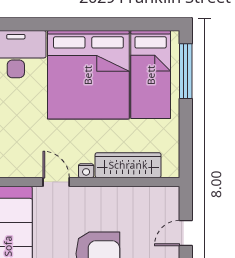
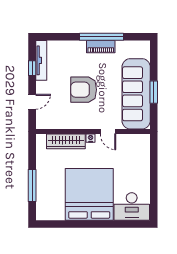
window: (186, 71) -> (32, 185), moved
bed: (151, 75) -> (53, 195), removed

